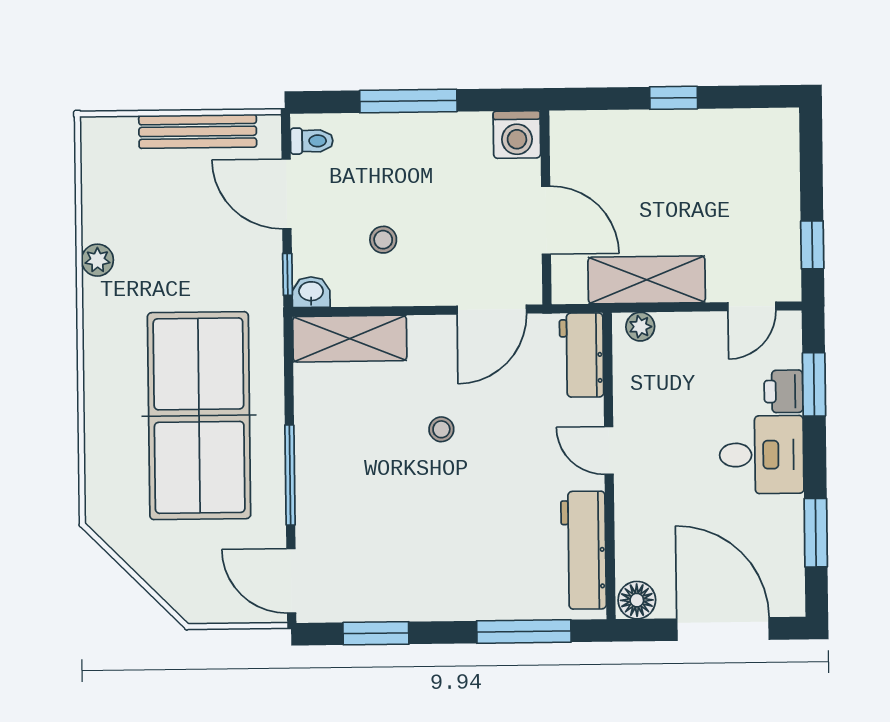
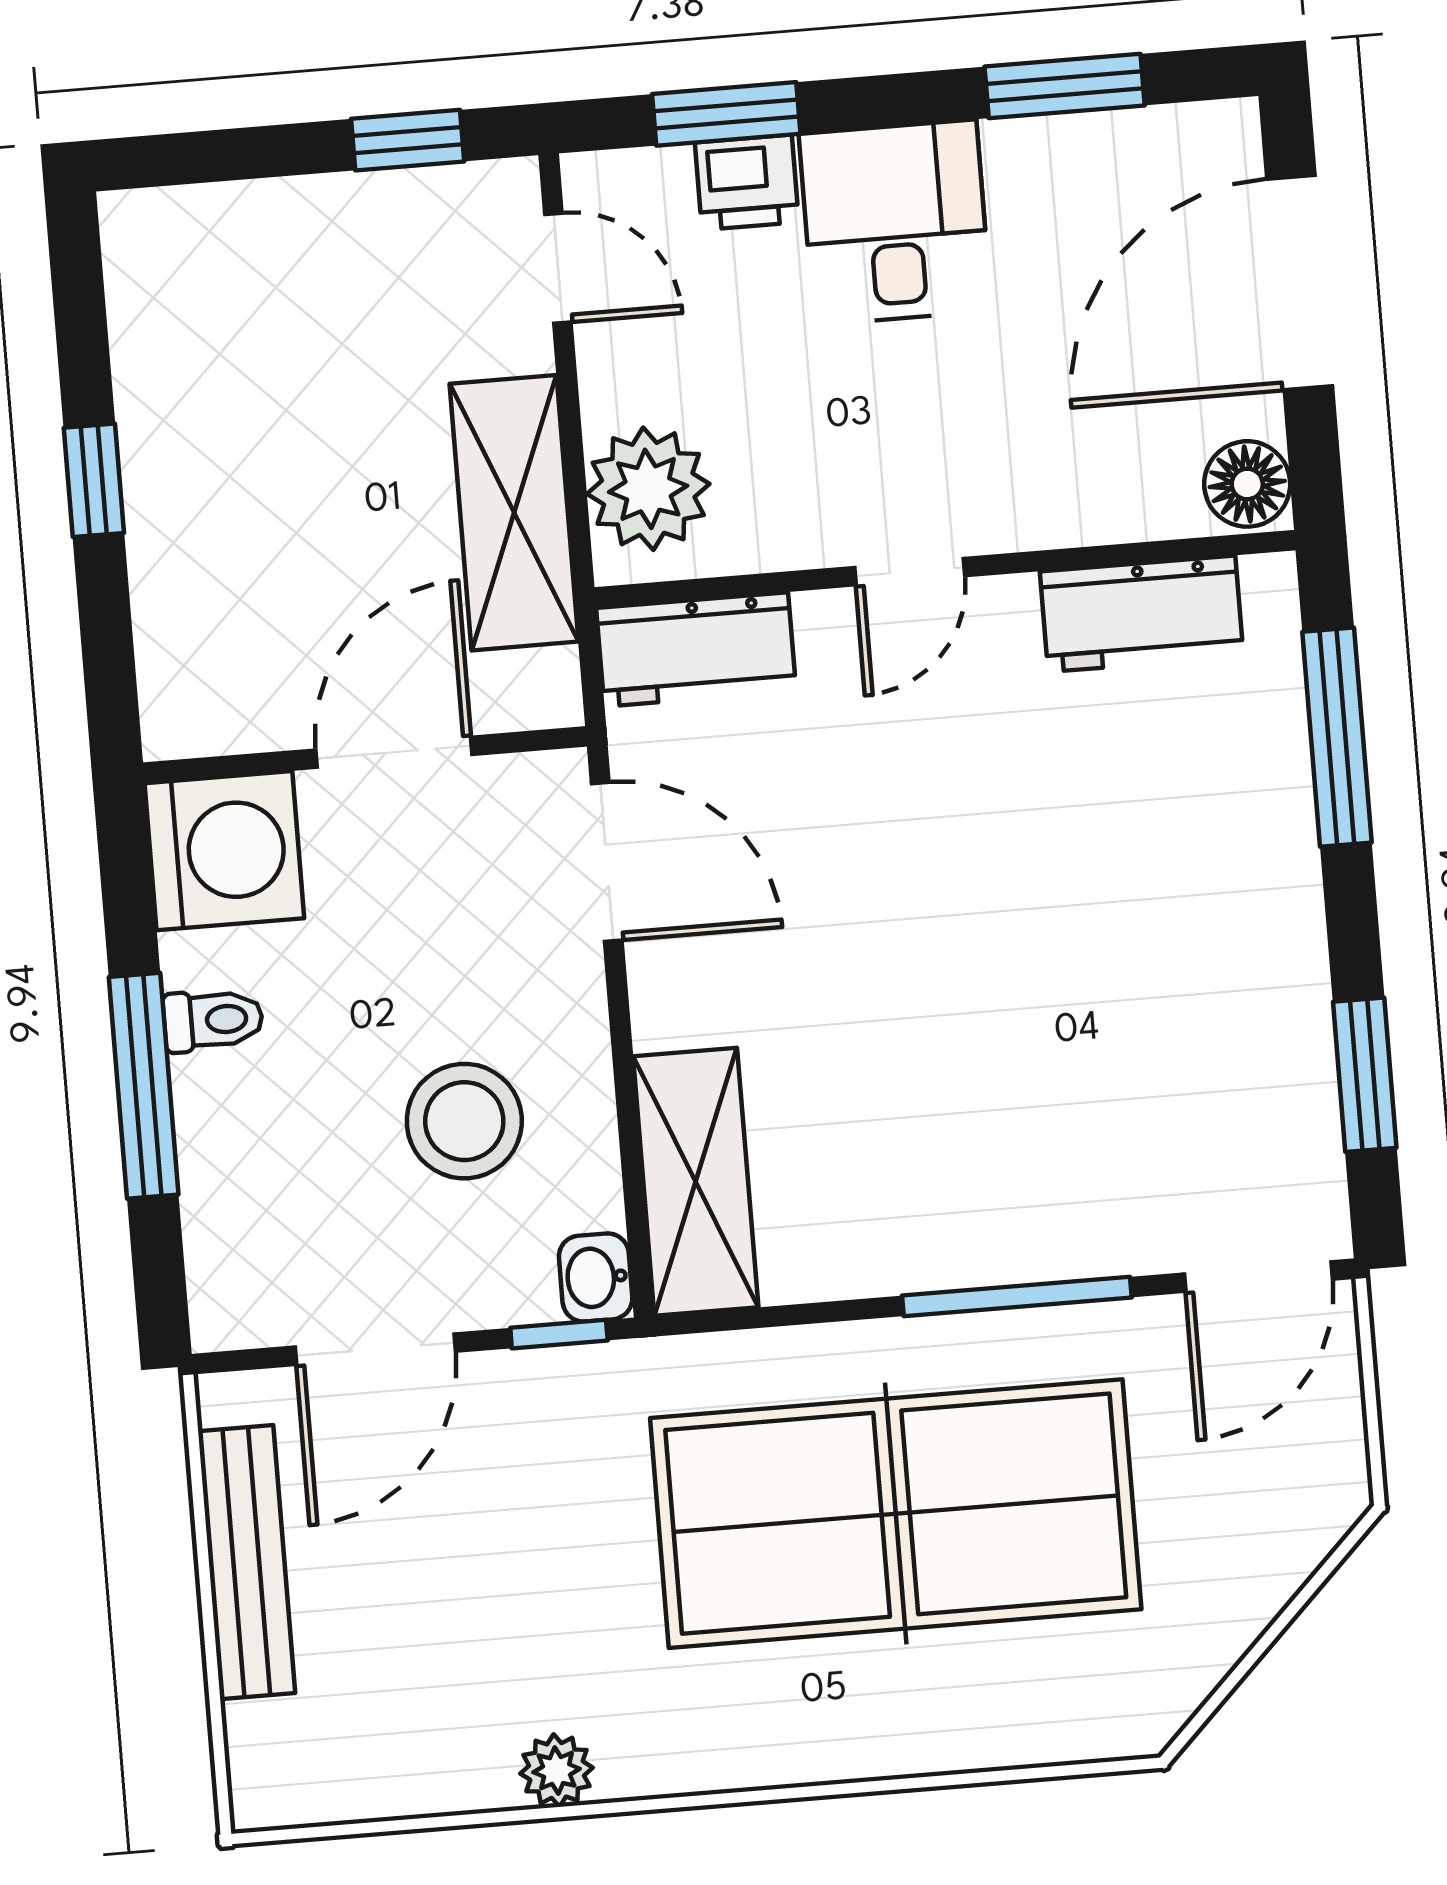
washing machine: (517, 135) -> (224, 851), width x1.37, depth x1.37
toilet: (312, 141) -> (213, 1020), moved, turned 90
stool: (383, 240) -> (464, 1121), width x1.89, depth x1.89
plant: (640, 327) -> (648, 489), width x1.88, depth x1.88
stool: (441, 429) -> (888, 958), removed
workbench: (584, 550) -> (1142, 614), width x0.73

